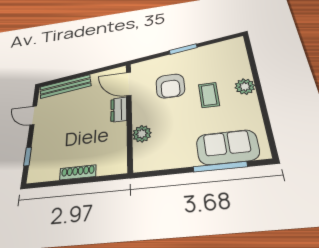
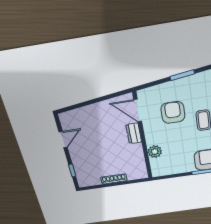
bench: (65, 86) -> (82, 113), removed
armchair: (170, 86) -> (173, 112), turned 180
door: (33, 115) -> (63, 140), swing flipped

